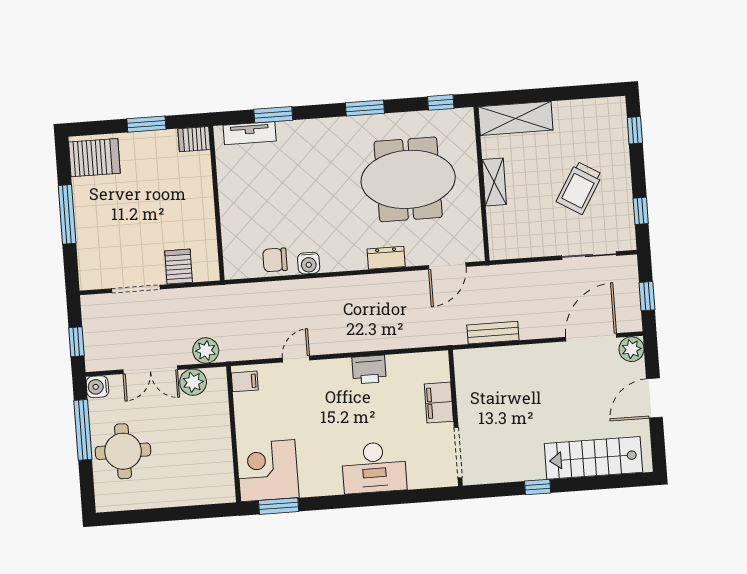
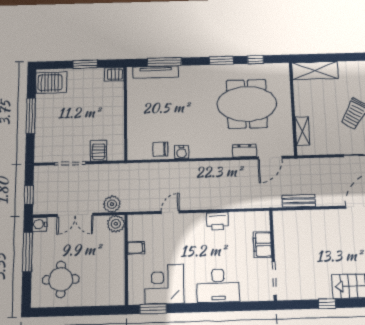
window: (441, 102) -> (255, 60), moved
window: (273, 115) -> (164, 62), width x1.44
tv unit: (250, 133) -> (156, 72), width x1.41
shelving: (494, 182) -> (302, 131), moved
dresser: (386, 258) -> (244, 151), moved
filing cabinet: (245, 381) -> (136, 248), moved
plant: (193, 382) -> (116, 224), moved
round table: (123, 451) -> (61, 279), moved
corner desk: (268, 471) -> (164, 284), moved

